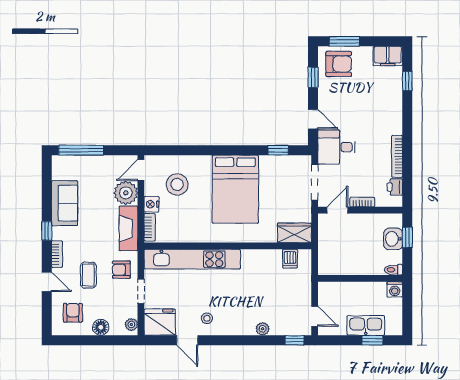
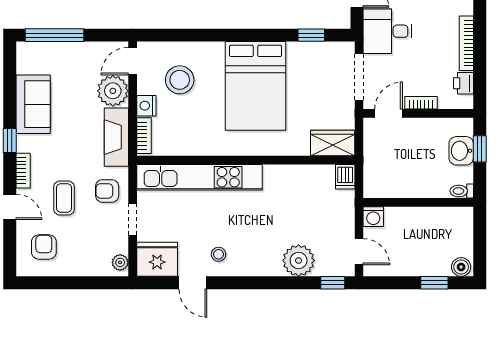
dishwasher: (290, 259) -> (345, 177), moved
washing machine: (395, 289) -> (373, 217), moved
kitchen sink: (366, 325) -> (426, 264), removed
floor lamp: (101, 327) -> (80, 266), removed
boiler: (393, 328) -> (461, 267), added
plant: (263, 329) -> (299, 260), width x1.88, depth x1.88

